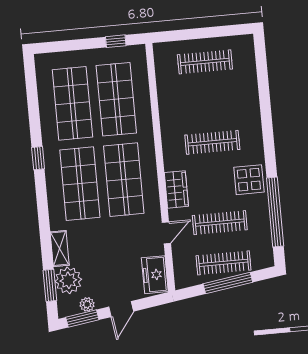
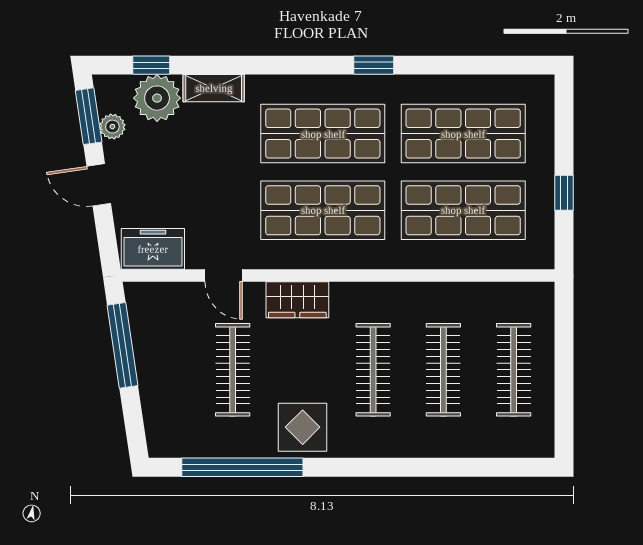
window: (116, 41) -> (564, 193), moved
clothes rail: (224, 263) -> (443, 370), moved
window: (228, 283) -> (123, 345), moved
window: (50, 285) -> (151, 65), width x0.67

